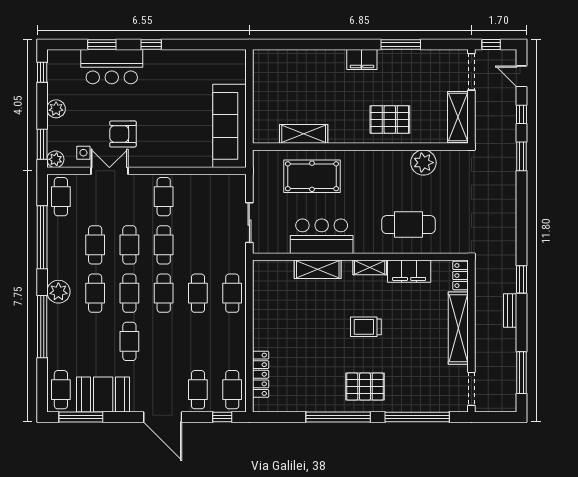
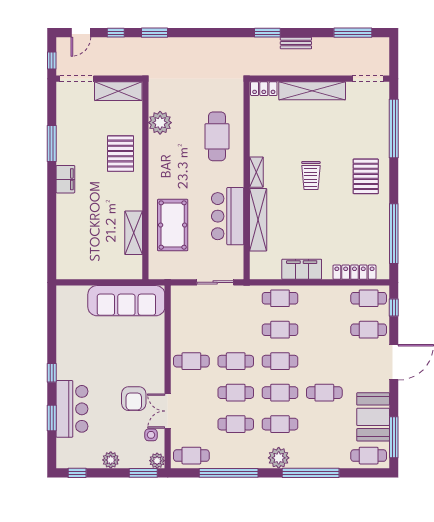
shelving: (318, 269) -> (258, 220), width x1.47
filing cabinet: (409, 271) -> (302, 269), moved, turned -90
window: (338, 417) -> (394, 234), moved

